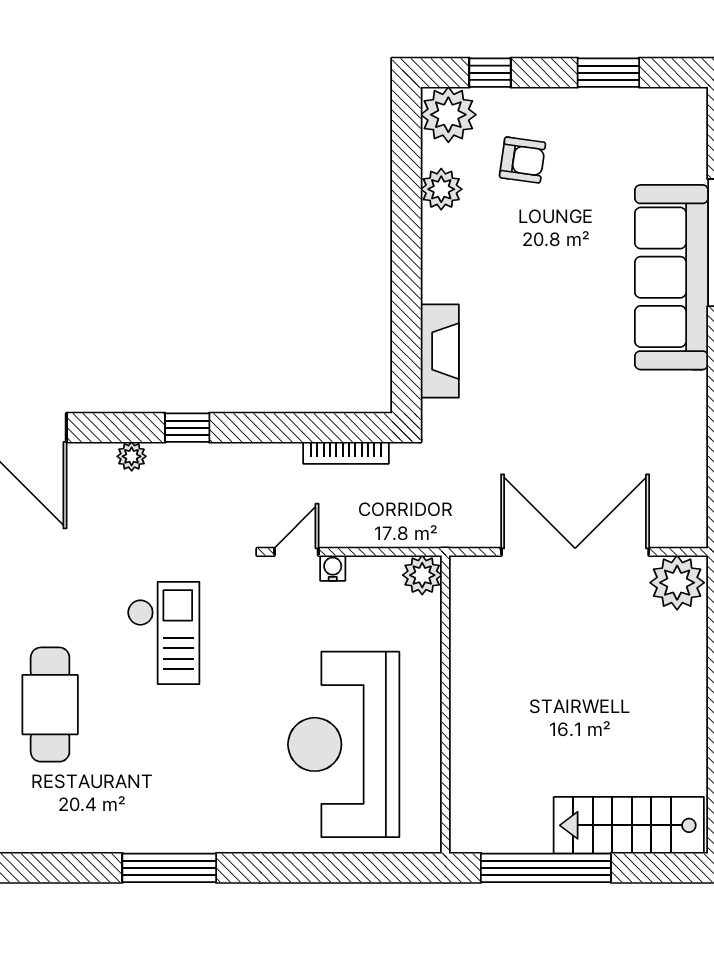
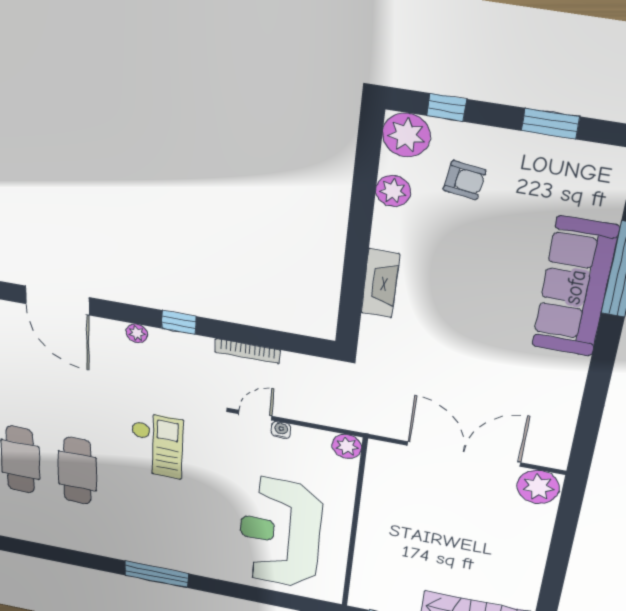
fireplace: (440, 351) -> (380, 283), moved
bookcase: (346, 453) -> (247, 351), moved

